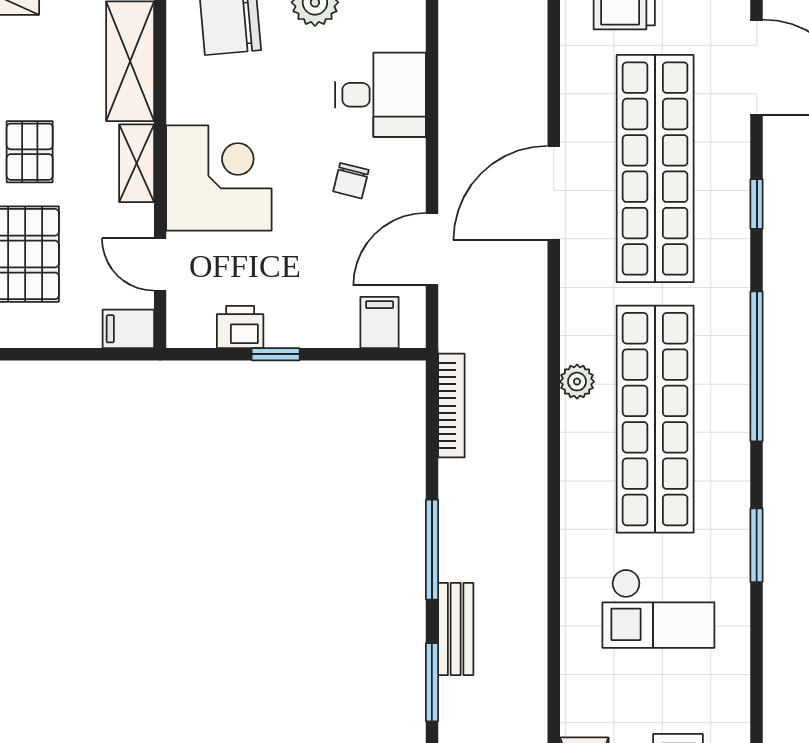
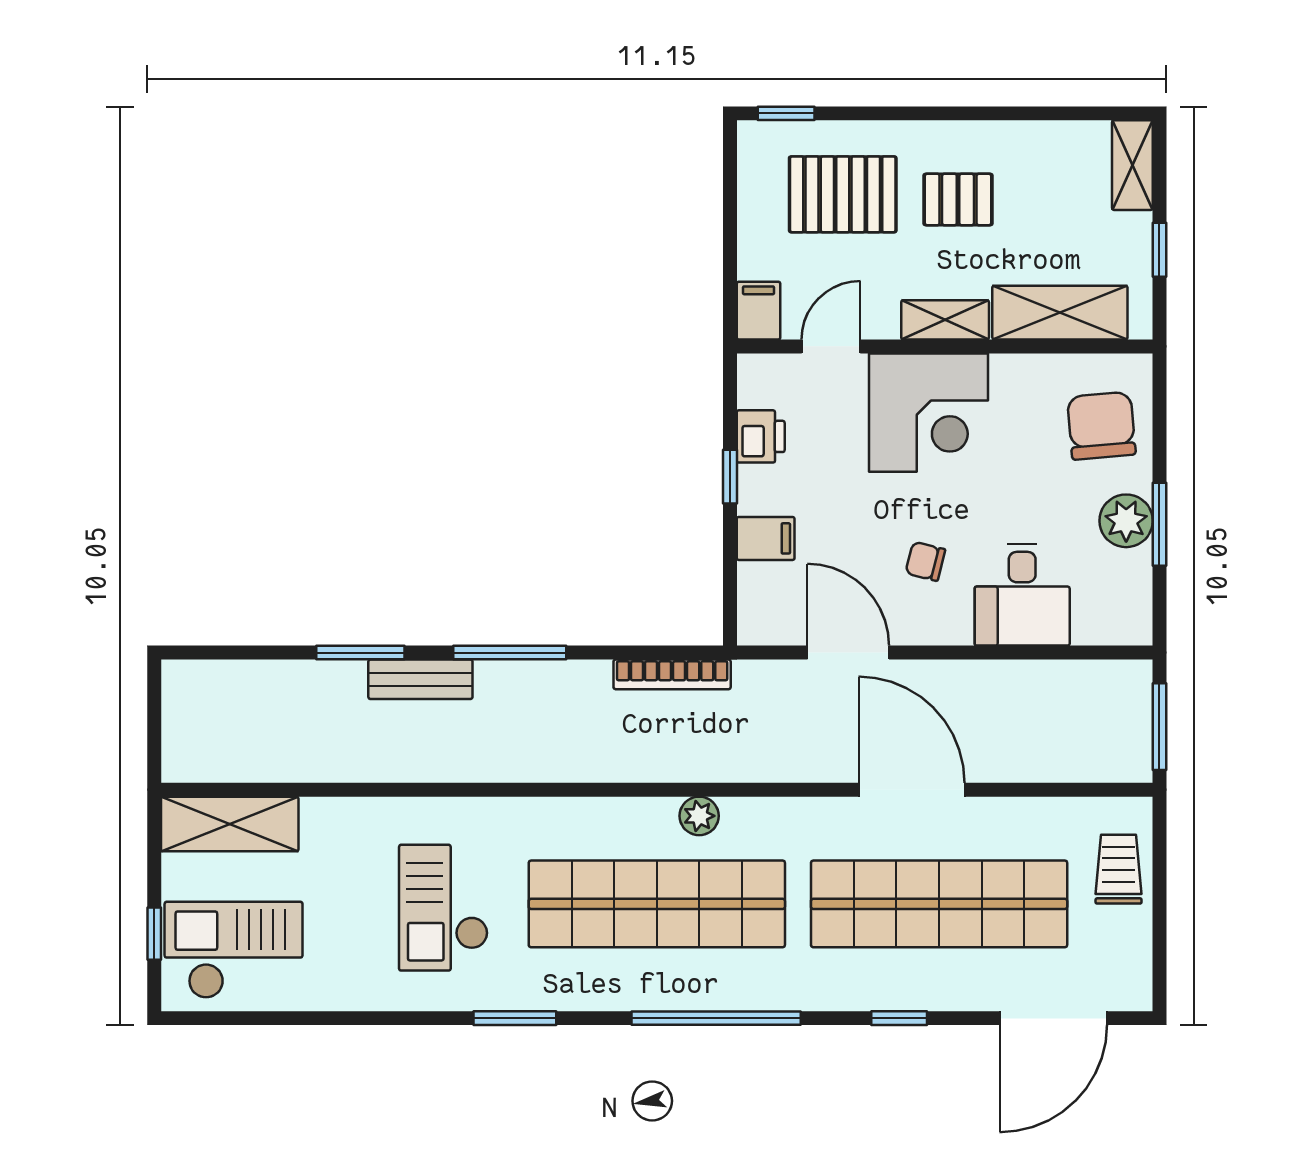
filing cabinet: (380, 323) -> (766, 538), moved

